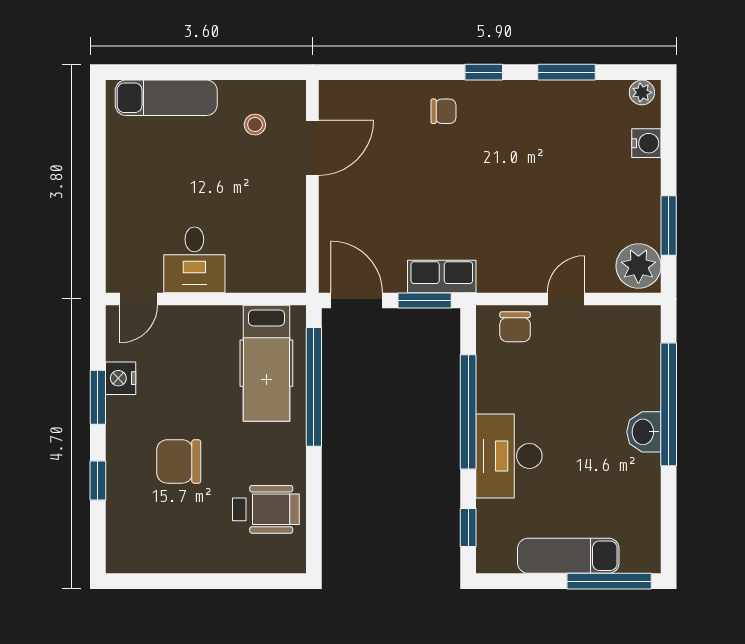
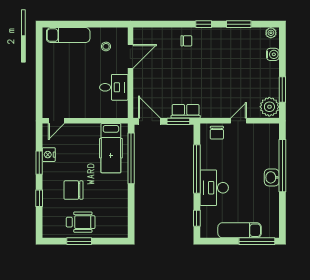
desk: (194, 260) -> (114, 87), moved, turned -90
wheelchair: (266, 509) -> (81, 222), moved
window: (192, 581) -> (79, 241), added

